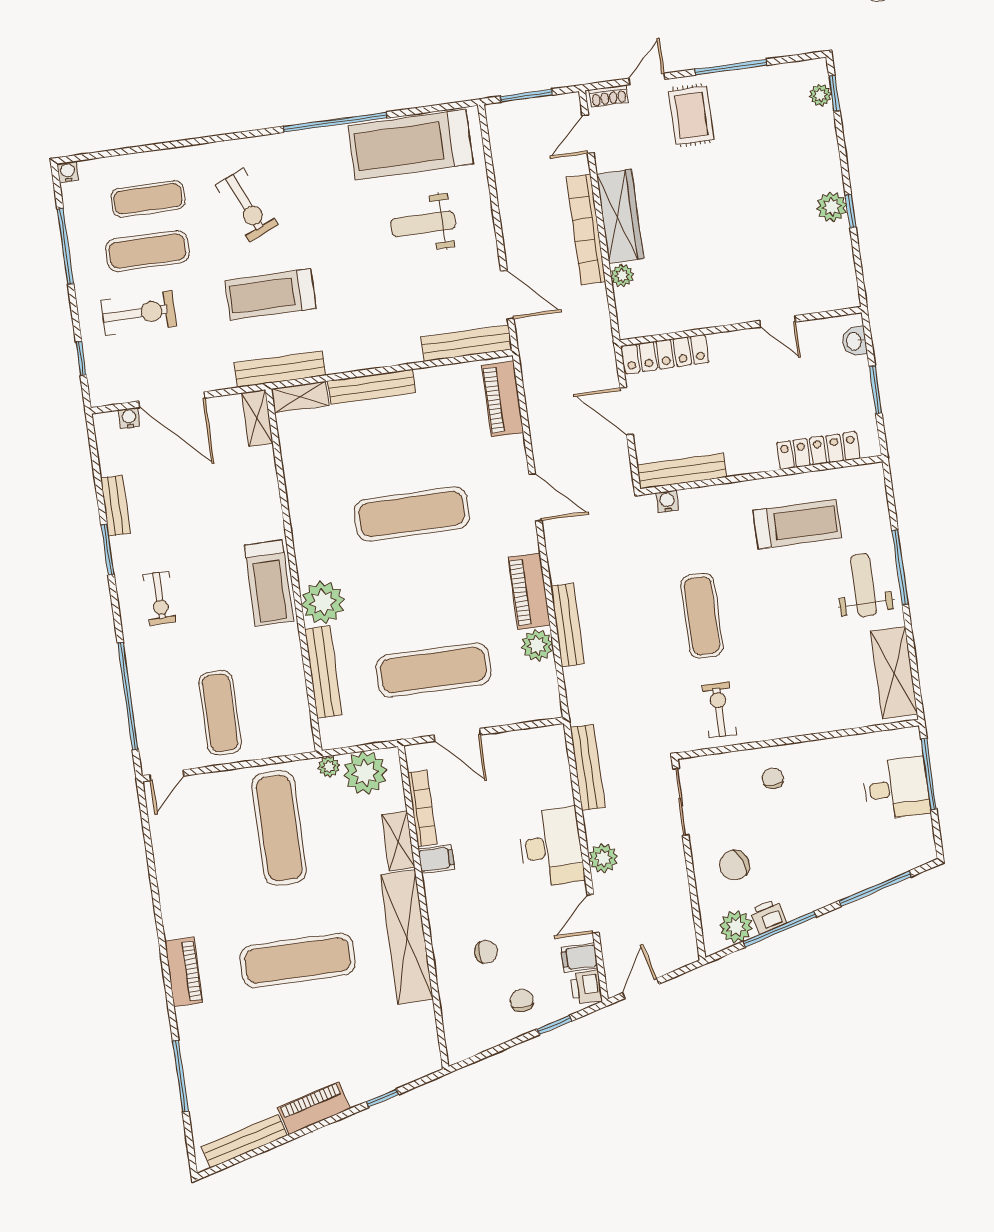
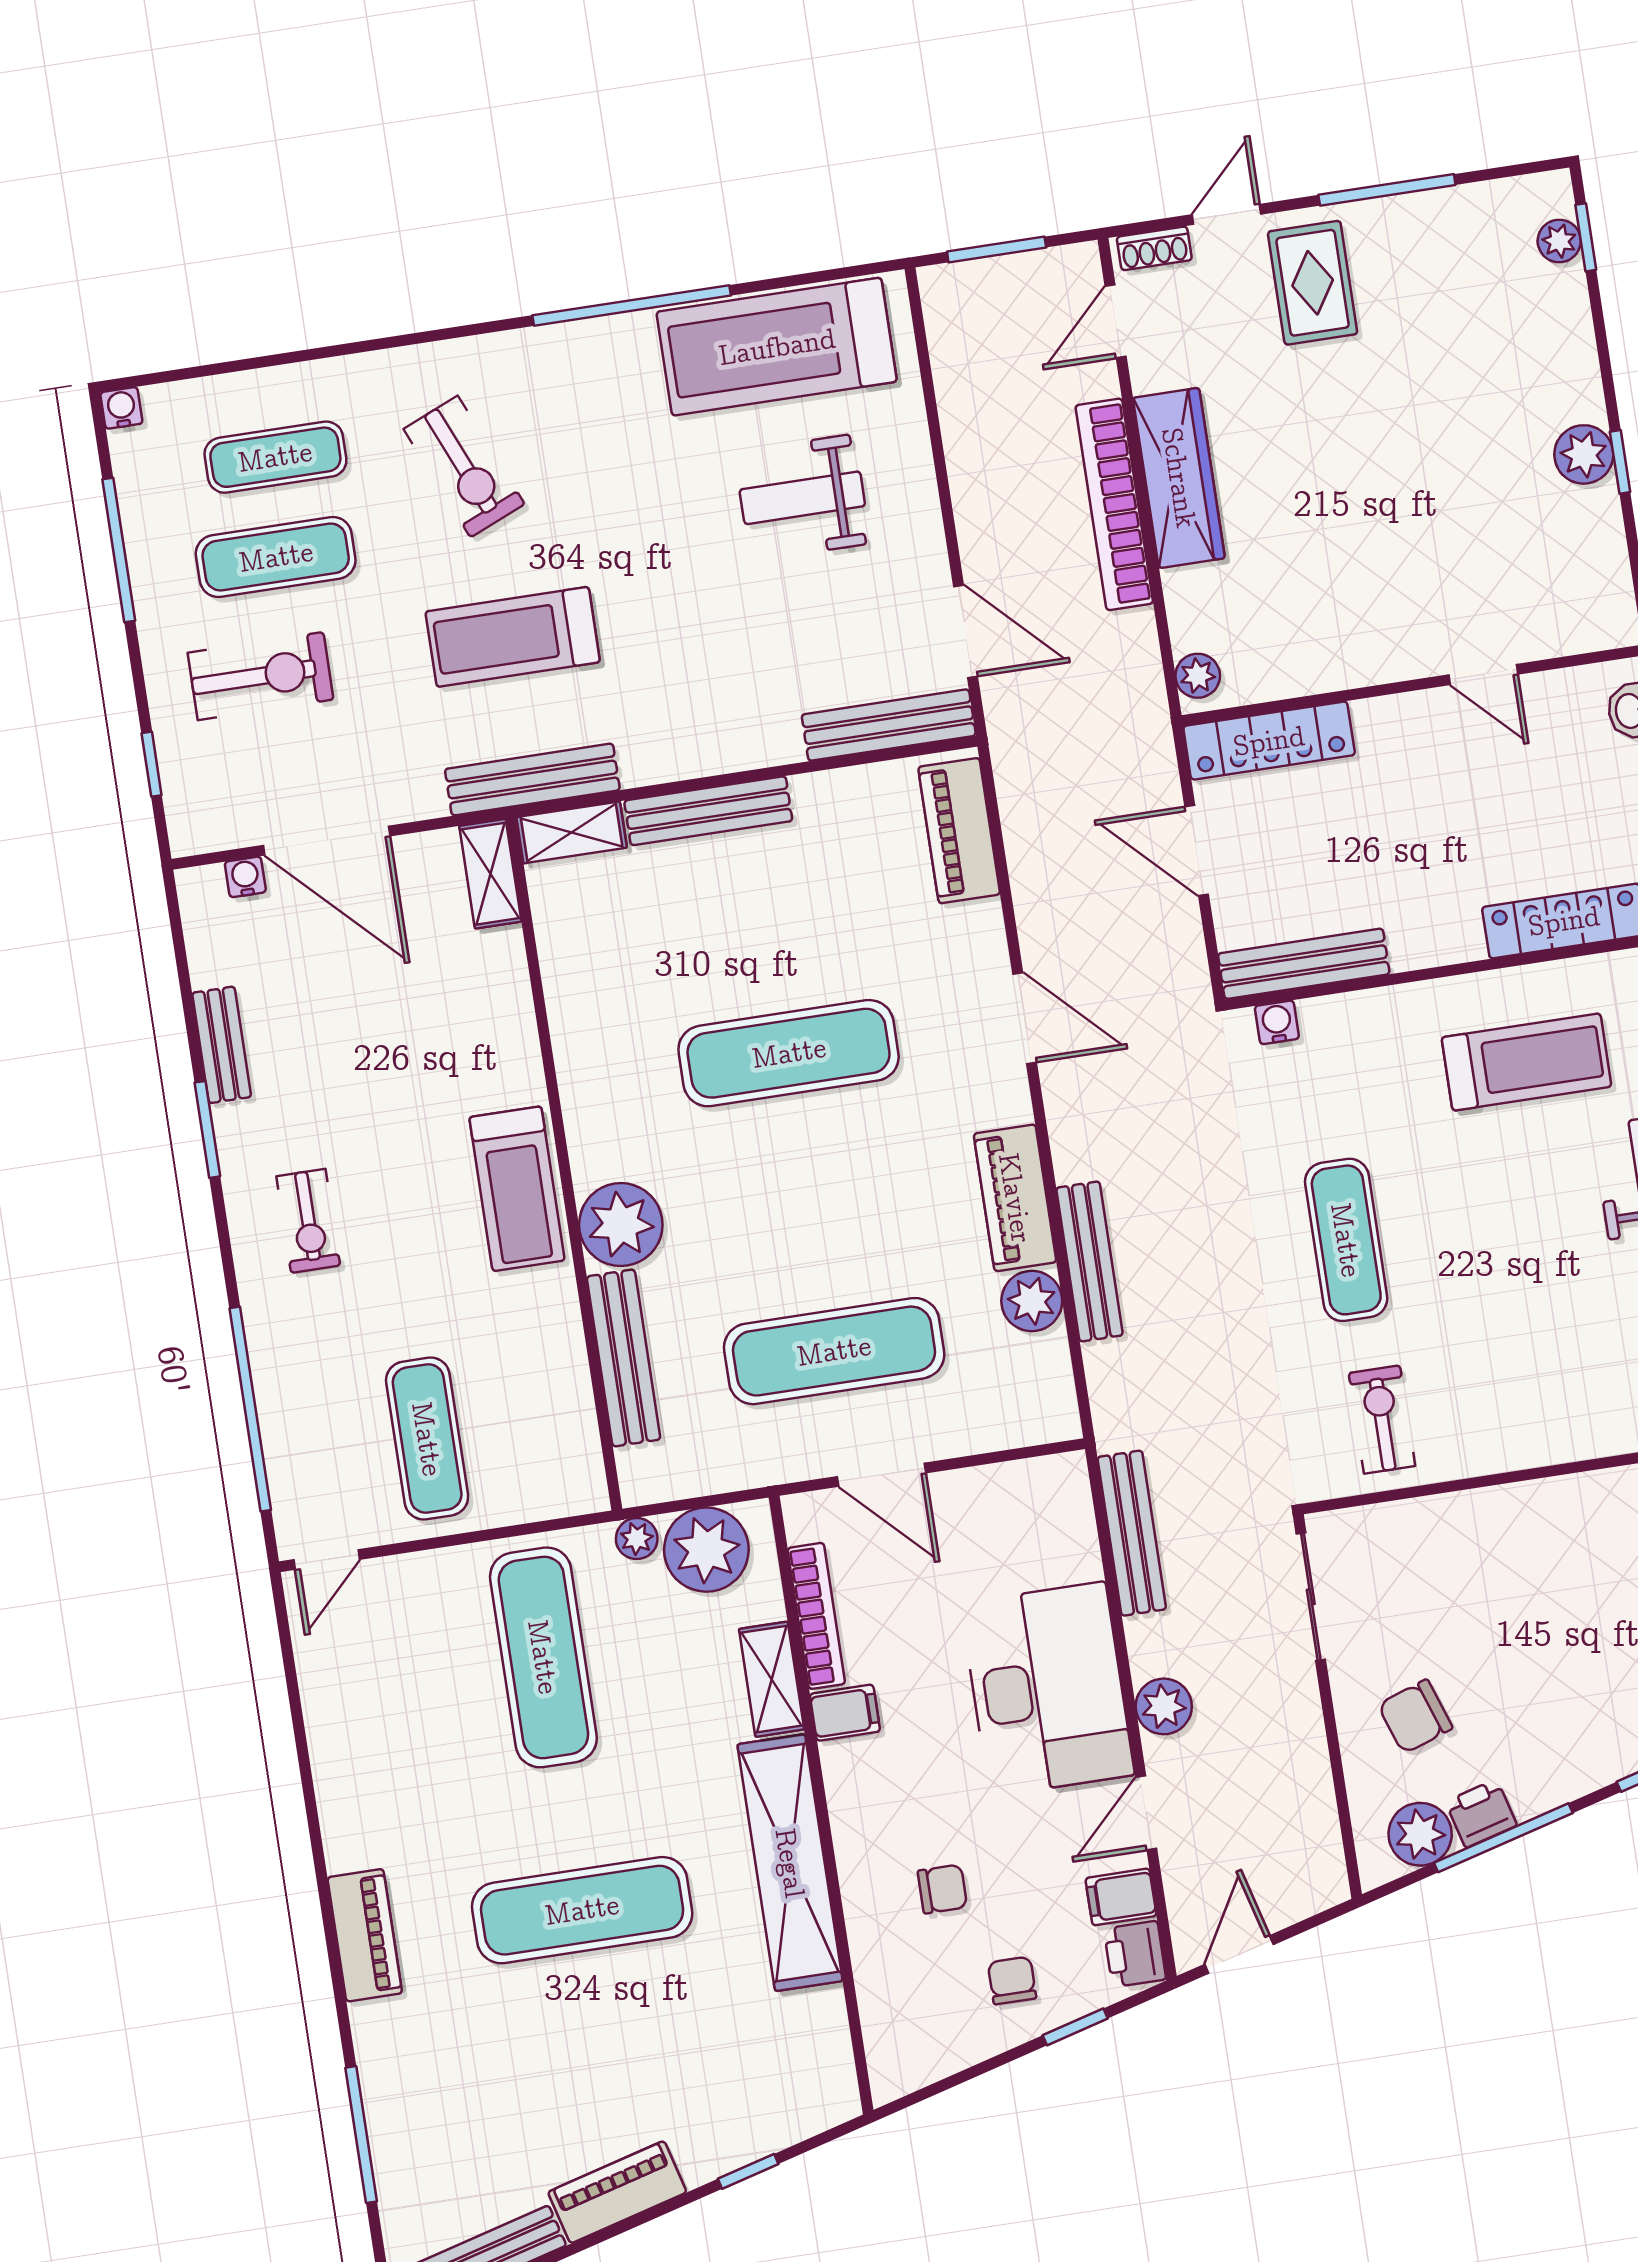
plant: (622, 275) -> (1198, 676), moved
chair: (773, 778) -> (1486, 1549), removed
desk: (551, 847) -> (1047, 1689), width x1.36, depth x1.30

